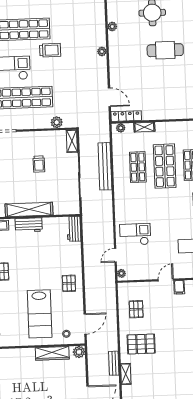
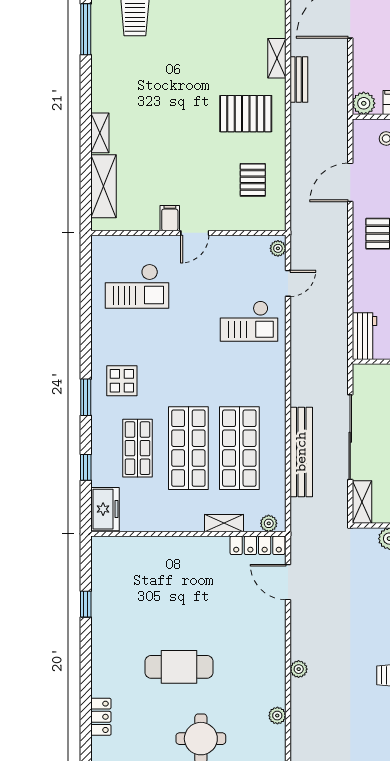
shop shelf: (138, 167) -> (239, 448), width x1.43, depth x1.36
door: (85, 324) -> (350, 182), moved

